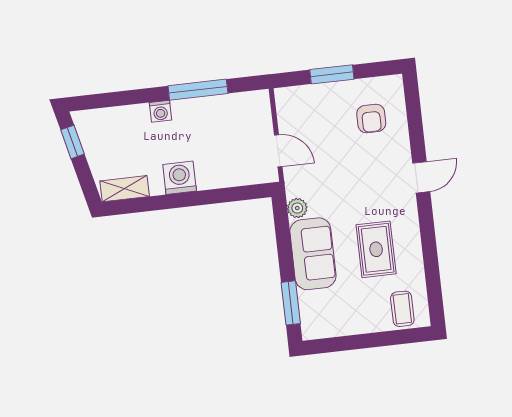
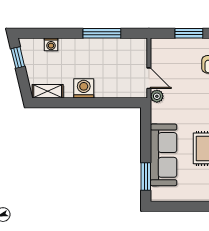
washing machine: (160, 111) -> (51, 44), moved
plant: (297, 208) -> (157, 96), moved
sofa: (313, 254) -> (164, 155), width x1.36

